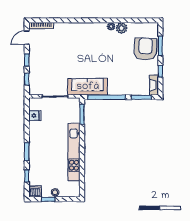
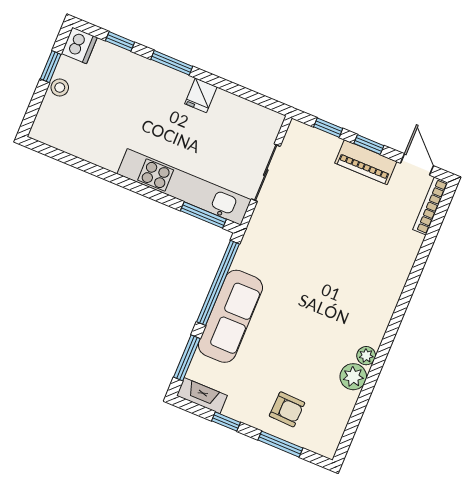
armchair: (145, 49) -> (287, 409), width x0.53, depth x0.53
piano: (34, 58) -> (366, 162), added
sofa: (88, 87) -> (230, 316), moved
fridge: (35, 116) -> (201, 95), moved
kitchen unit: (74, 152) -> (184, 187), moved

